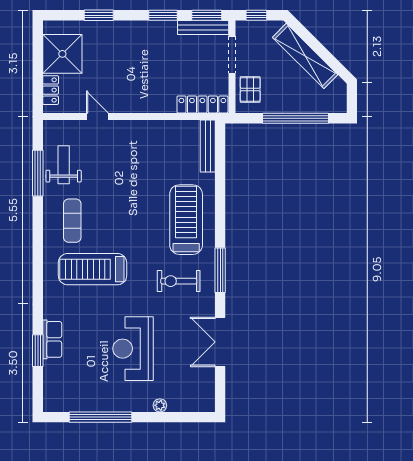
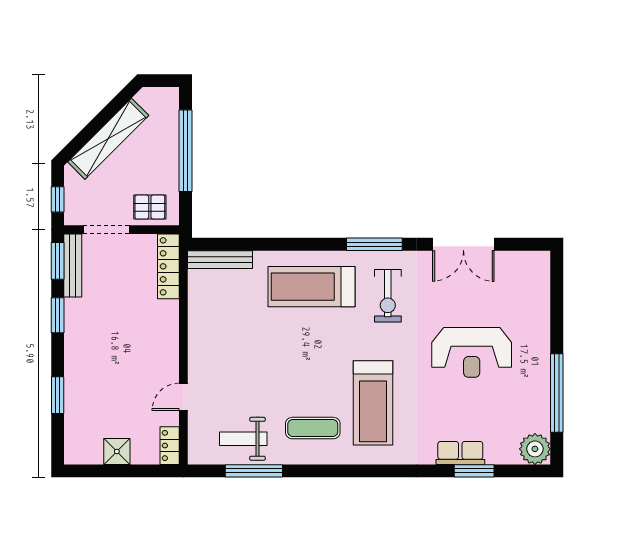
shower: (62, 54) -> (117, 451), width x0.54, depth x0.54
locker: (51, 90) -> (170, 446), moved, turned -90
plant: (160, 405) -> (535, 449), moved, width x1.88, depth x1.88

